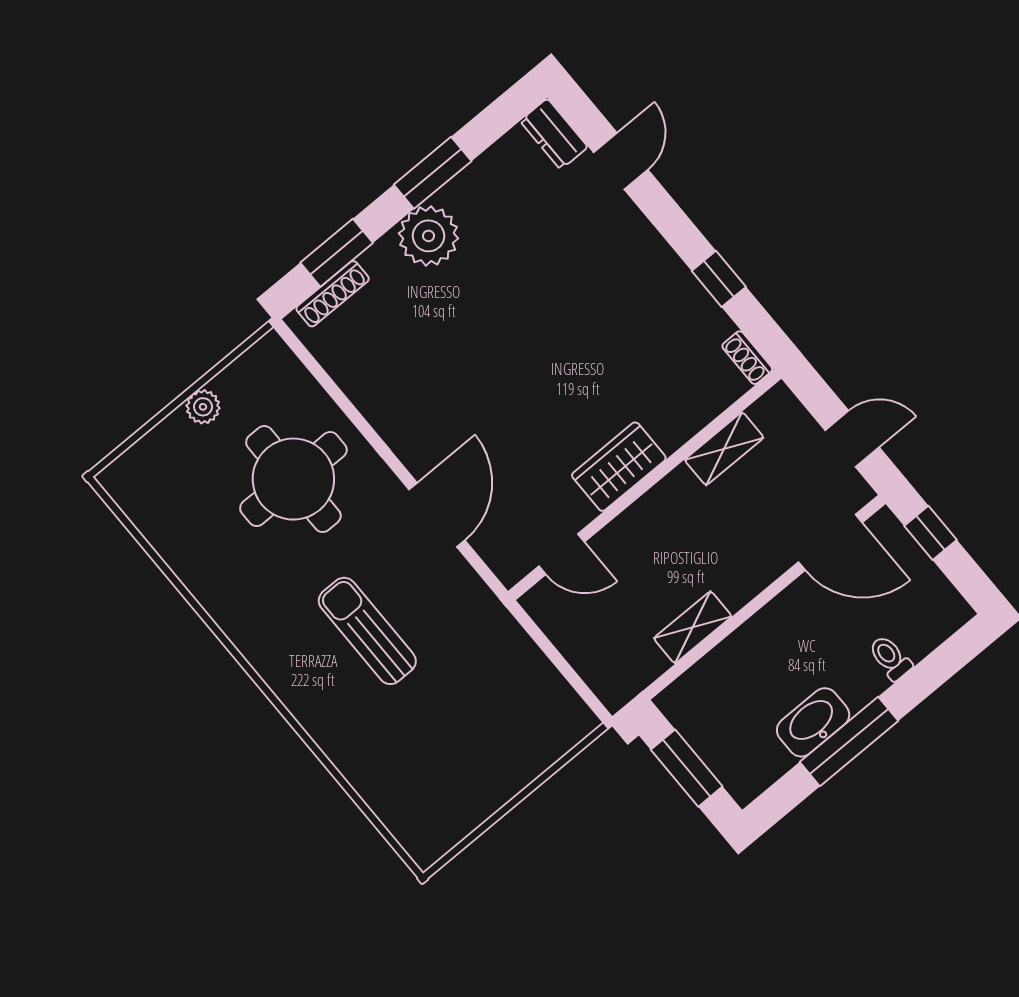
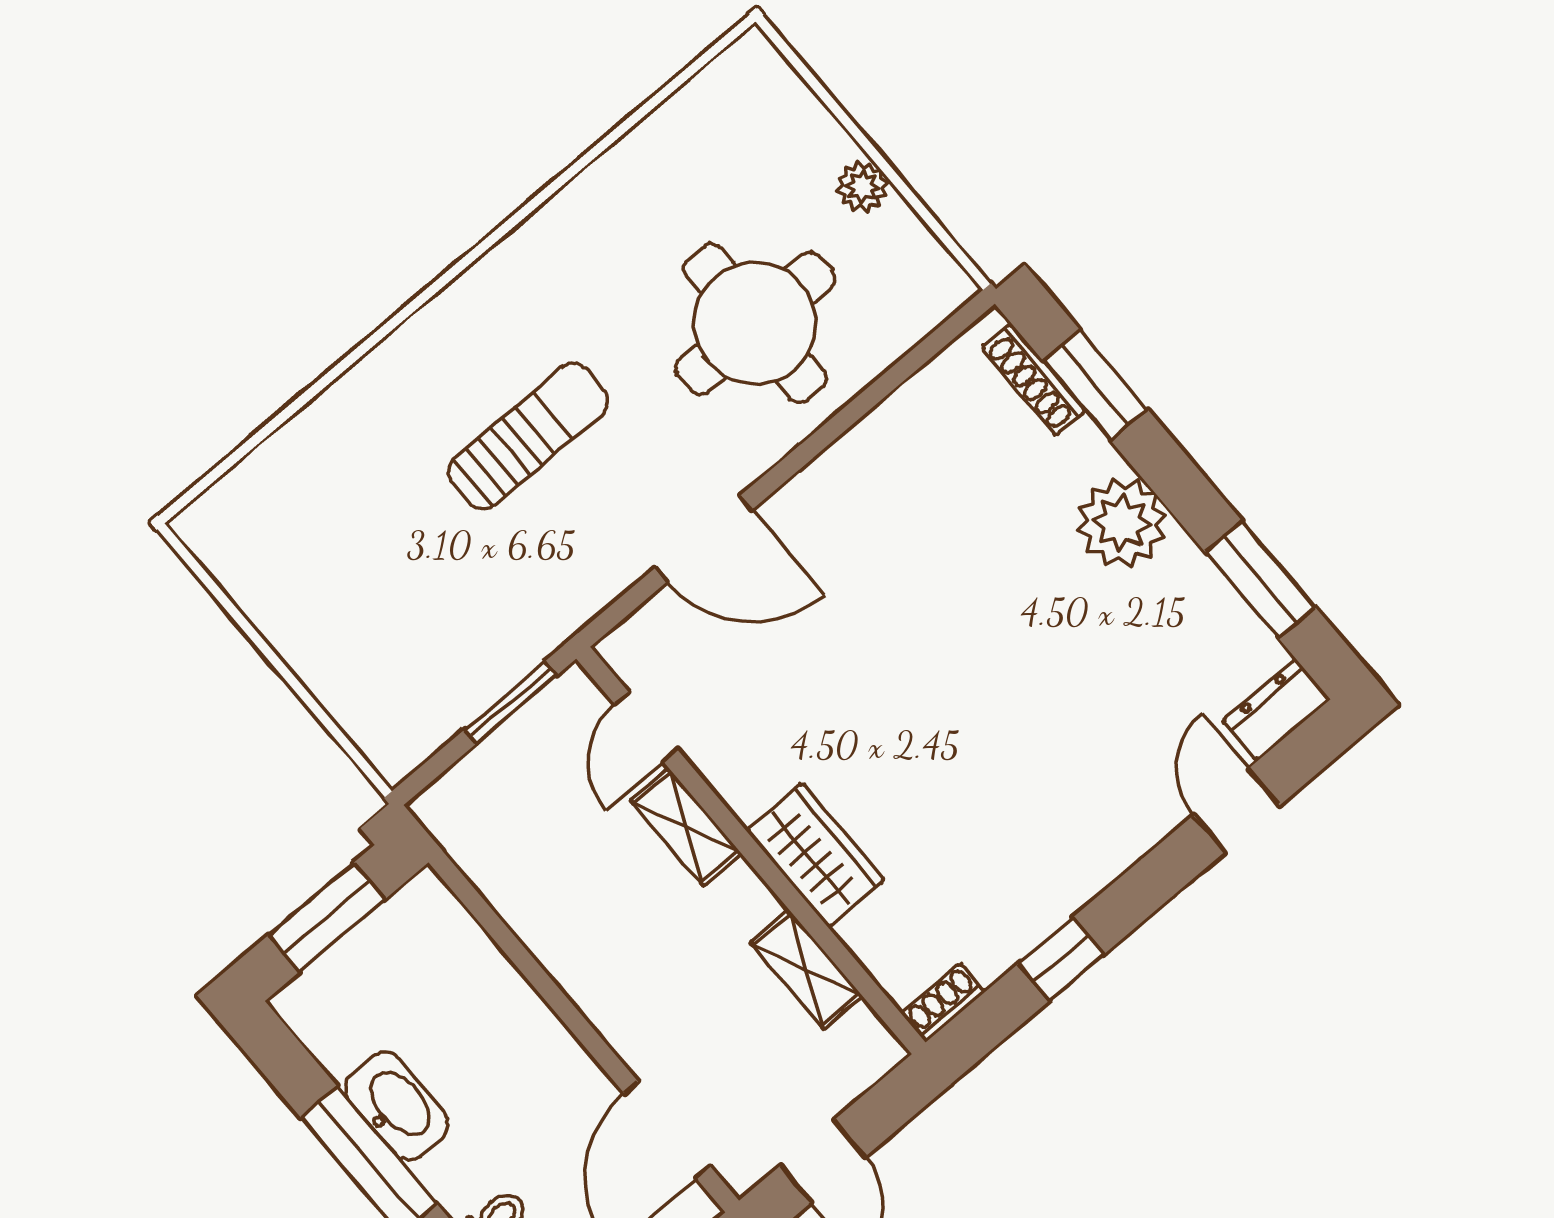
door: (621, 161) -> (1237, 810), swing flipped
window: (433, 173) -> (1261, 580), moved
wardrobe: (619, 467) -> (815, 855), moved
shelving: (693, 627) -> (686, 827), moved
window: (545, 644) -> (511, 703), added

